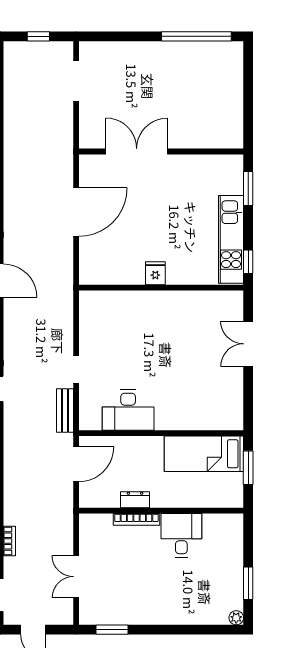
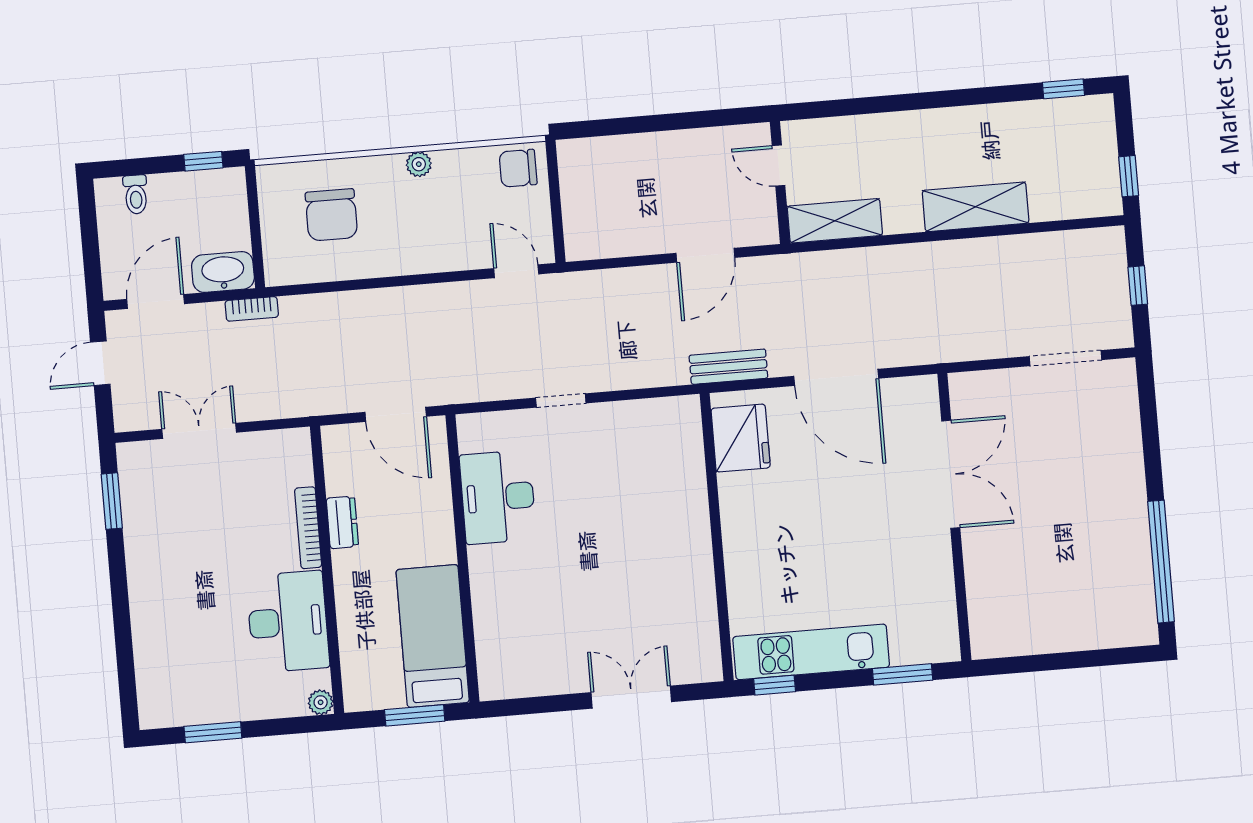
fridge: (155, 273) -> (741, 438), moved, width x1.88, depth x1.34
bench: (65, 410) -> (728, 367), moved
desk: (181, 535) -> (288, 622), width x1.37
plant: (236, 618) -> (321, 702), moved

